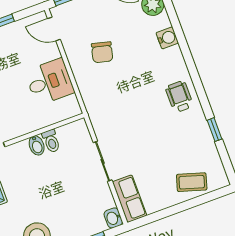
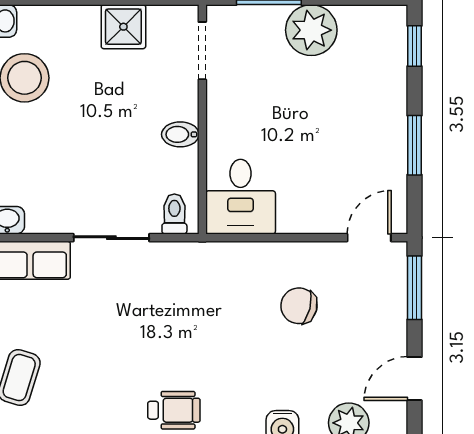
desk: (49, 82) -> (241, 197), moved
toilet: (51, 141) -> (174, 214), moved, turned 90

